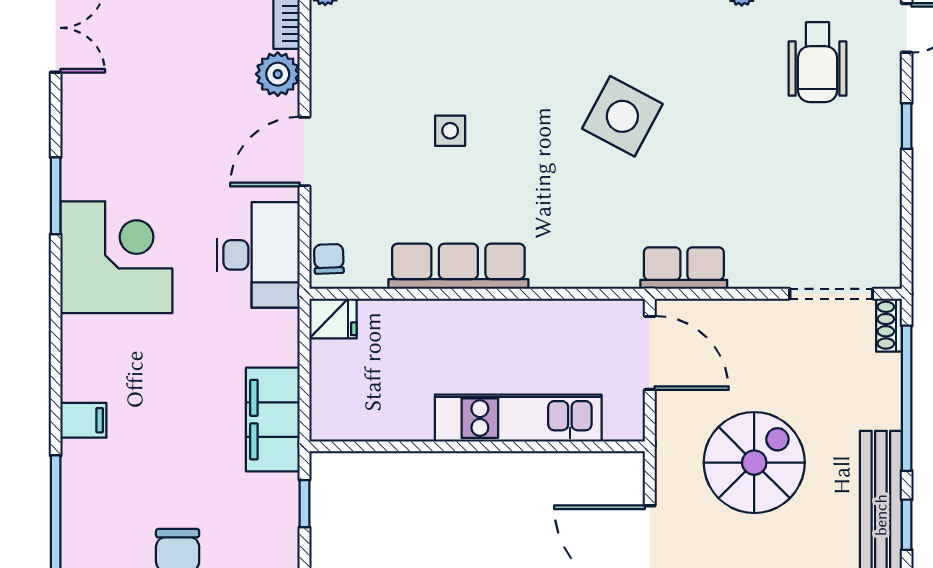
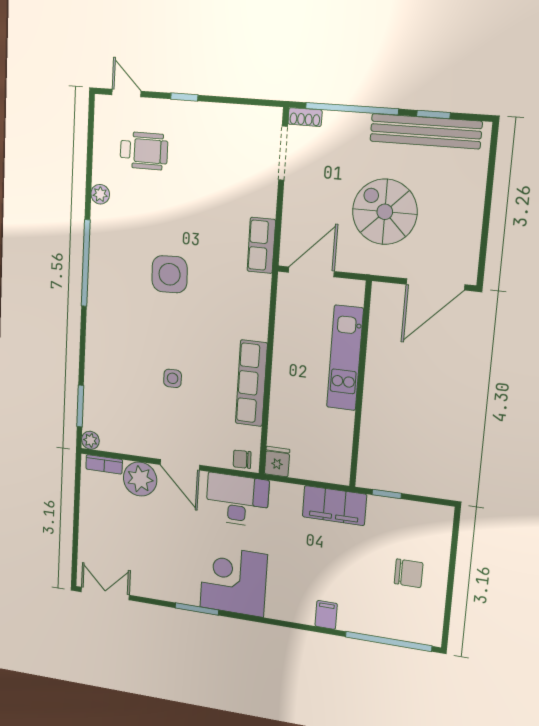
plant: (278, 74) -> (140, 479), width x1.36, depth x1.36
side table: (622, 116) -> (170, 274), turned -30

